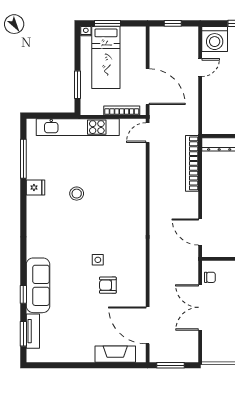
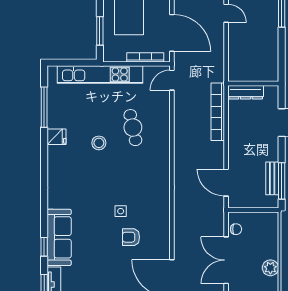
door: (200, 68) -> (226, 13), hinge flipped
cafe table: (110, 179) -> (133, 128), added

